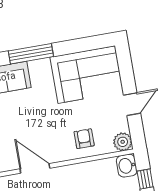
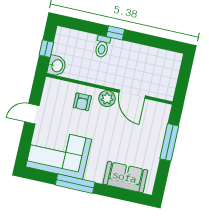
window: (31, 54) -> (75, 184), moved
plant: (123, 142) -> (107, 99), moved

